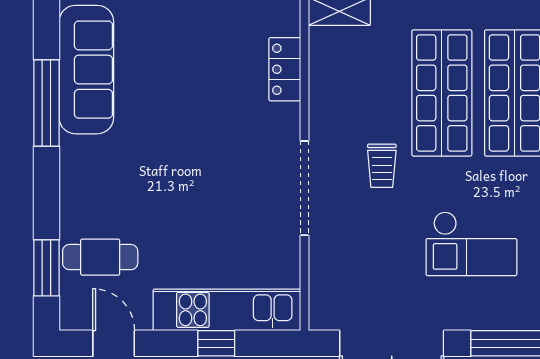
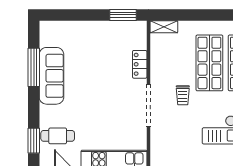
locker: (285, 69) -> (140, 64), moved
sofa: (86, 70) -> (51, 76), moved

